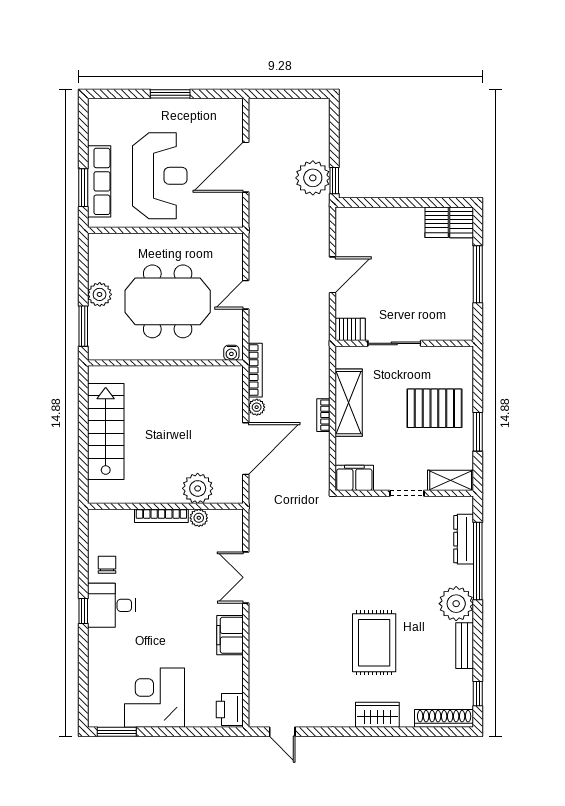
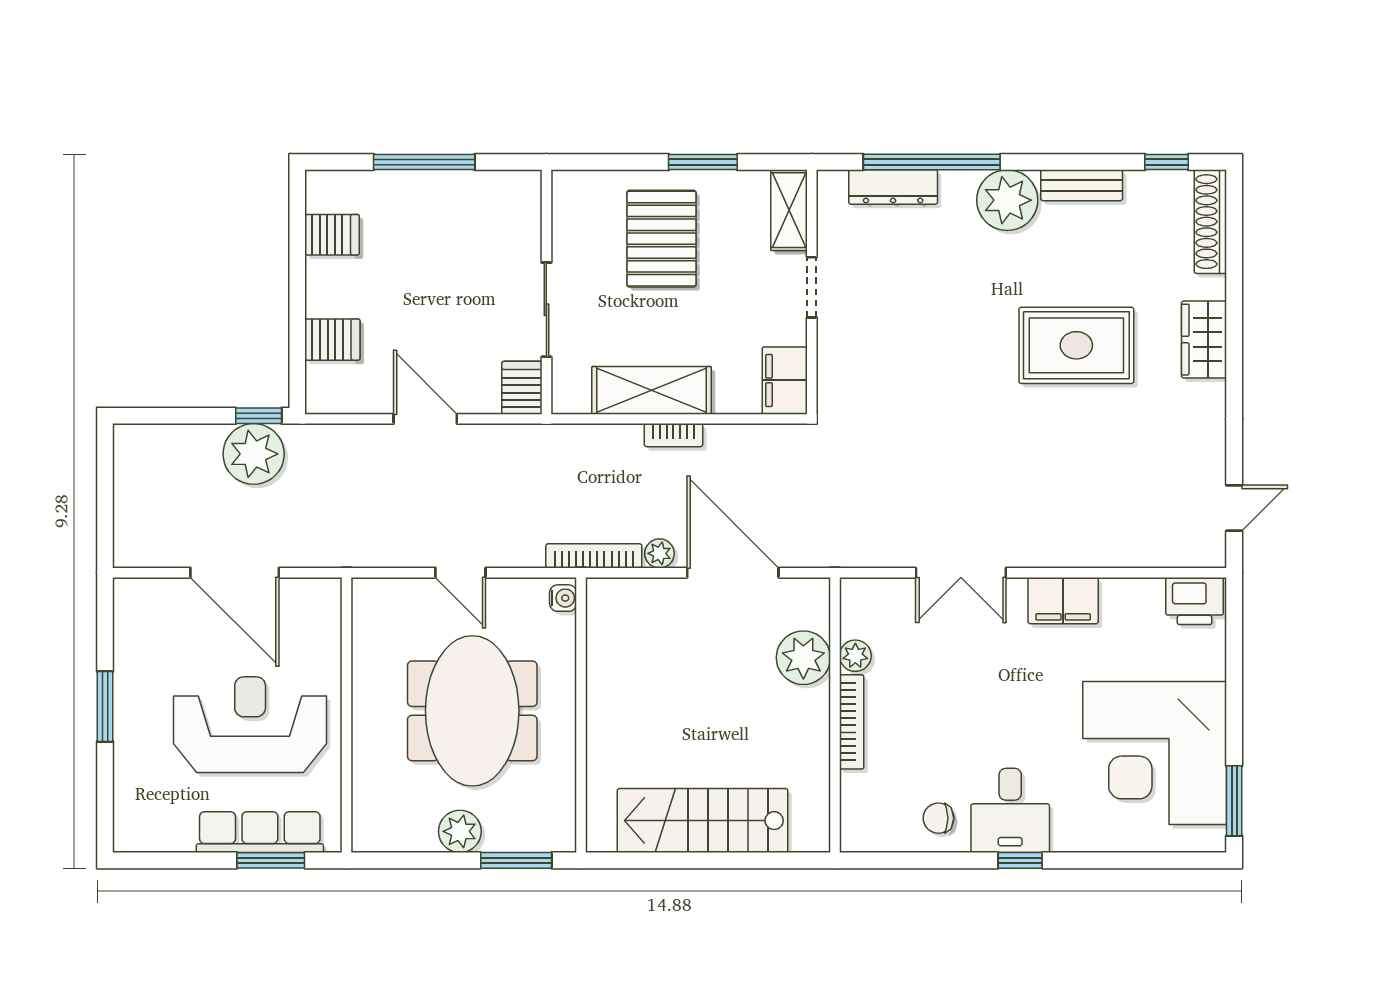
server rack: (462, 222) -> (332, 340), moved
corner desk: (155, 698) -> (1155, 753), width x1.36, depth x1.36

